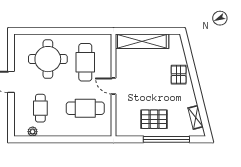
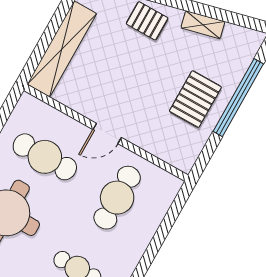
shelving: (196, 117) -> (203, 25), moved

